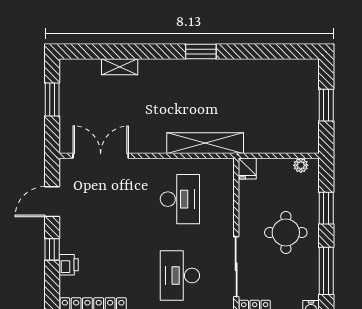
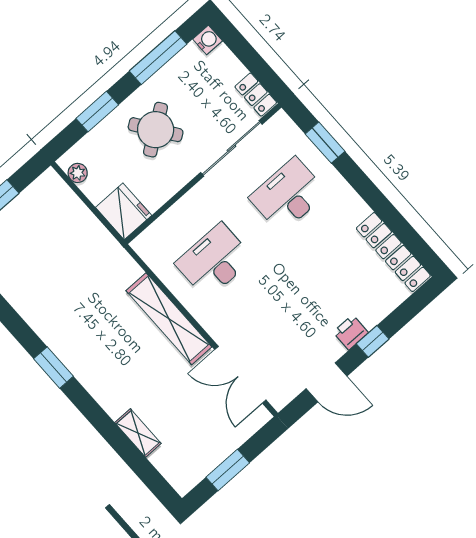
shelving: (205, 143) -> (169, 319), moved
fridge: (247, 169) -> (124, 211), width x1.88, depth x1.34
round table: (286, 233) -> (156, 130), turned -35
printer: (69, 265) -> (351, 332), moved
desk: (180, 276) -> (288, 195), turned 180

